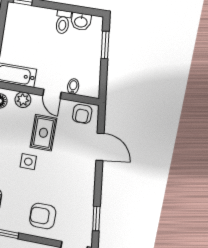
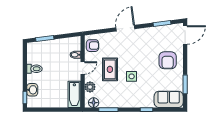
washbasin: (81, 22) -> (32, 90), moved
rug: (43, 133) -> (110, 69), turned 90
door: (100, 147) -> (125, 28), moved

